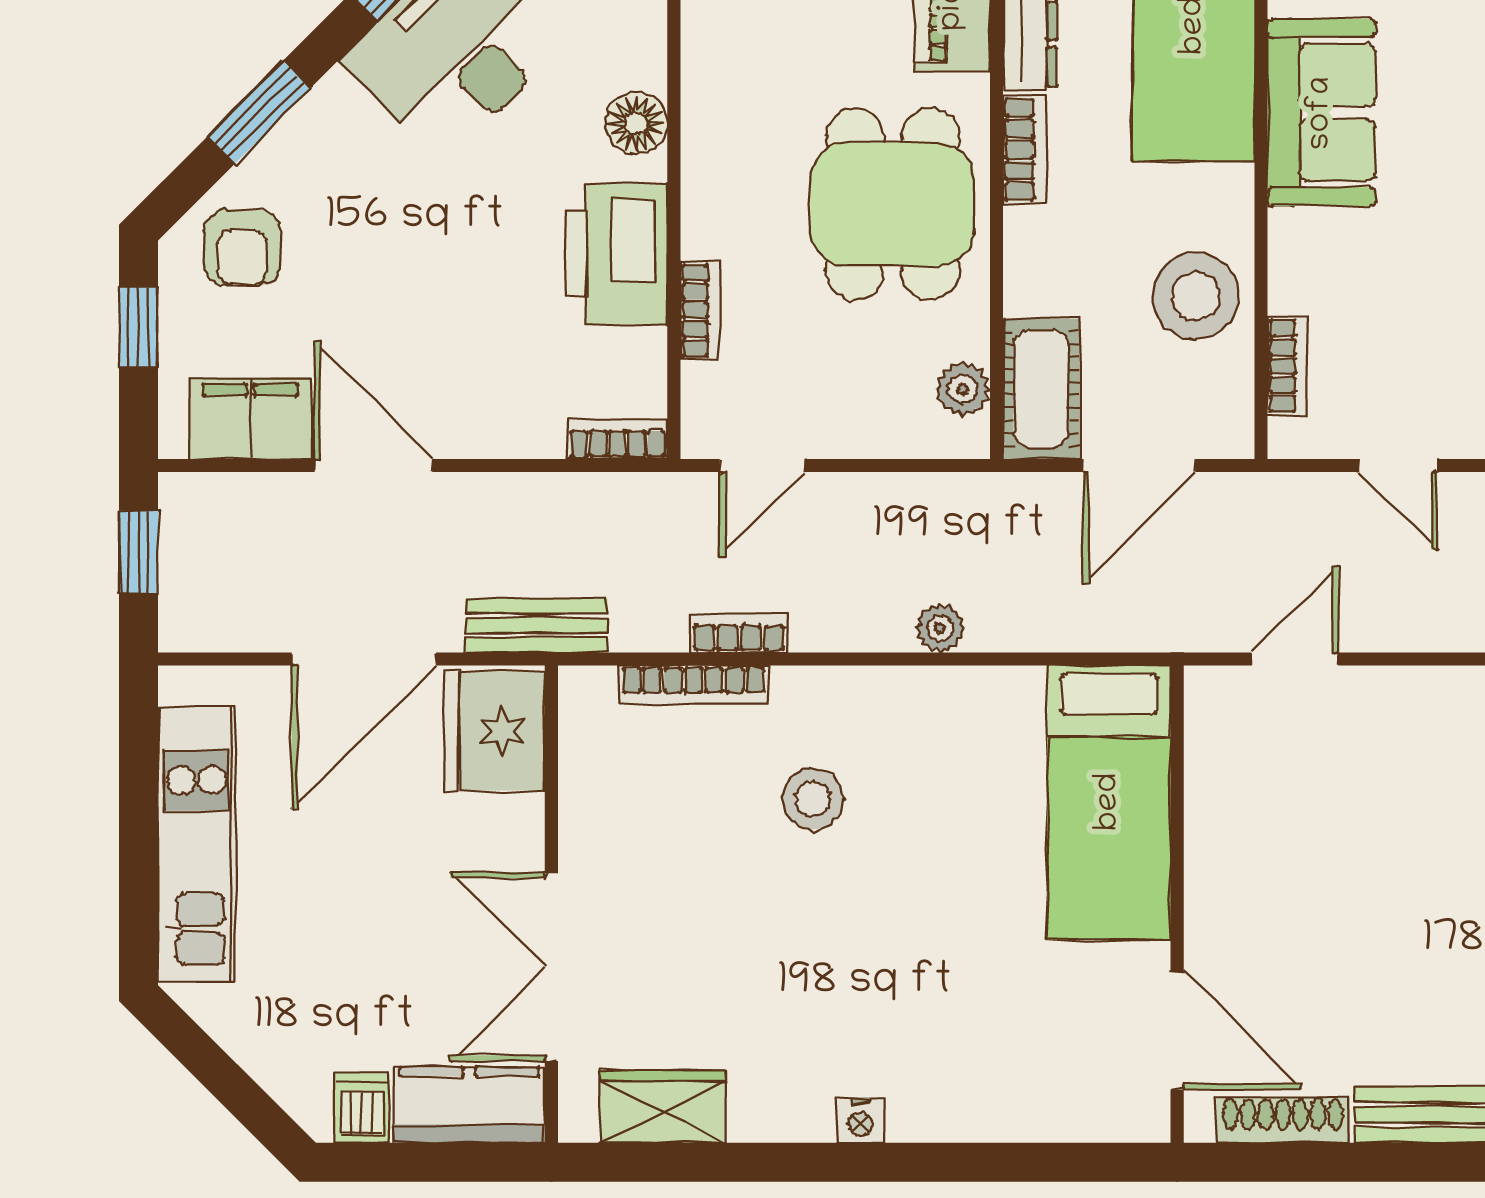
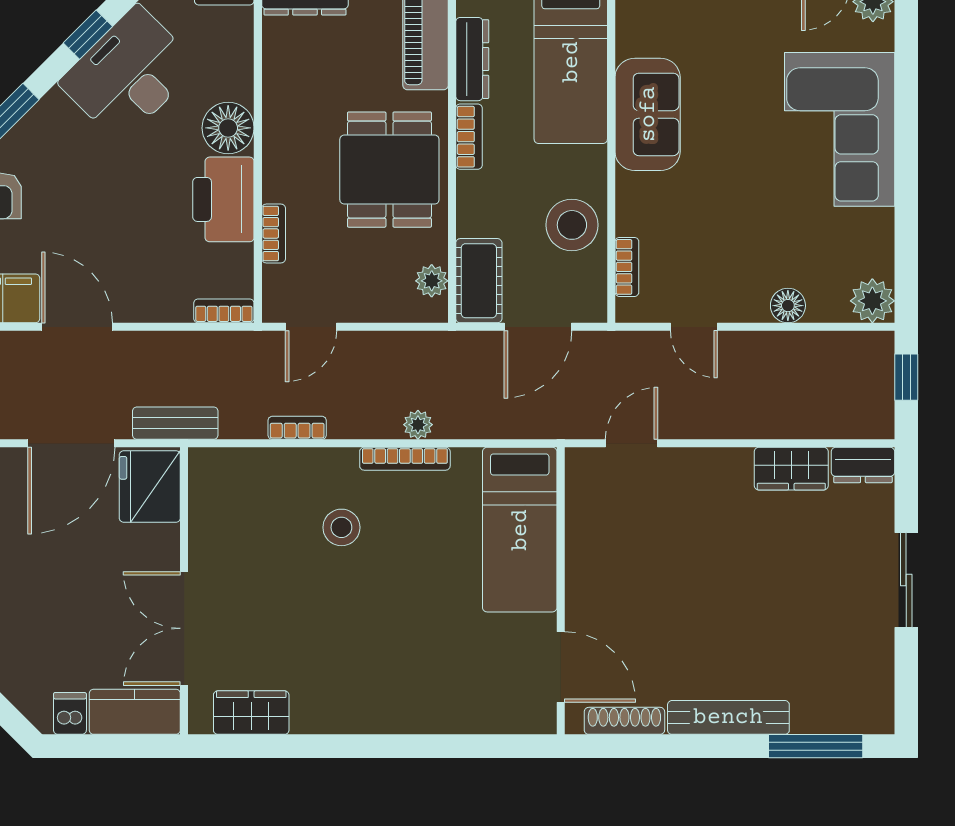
floor lamp: (636, 123) -> (228, 128), width x1.38, depth x1.38
bookcase: (693, 685) -> (405, 459), moved
nightstand: (861, 1120) -> (370, 721), removed

